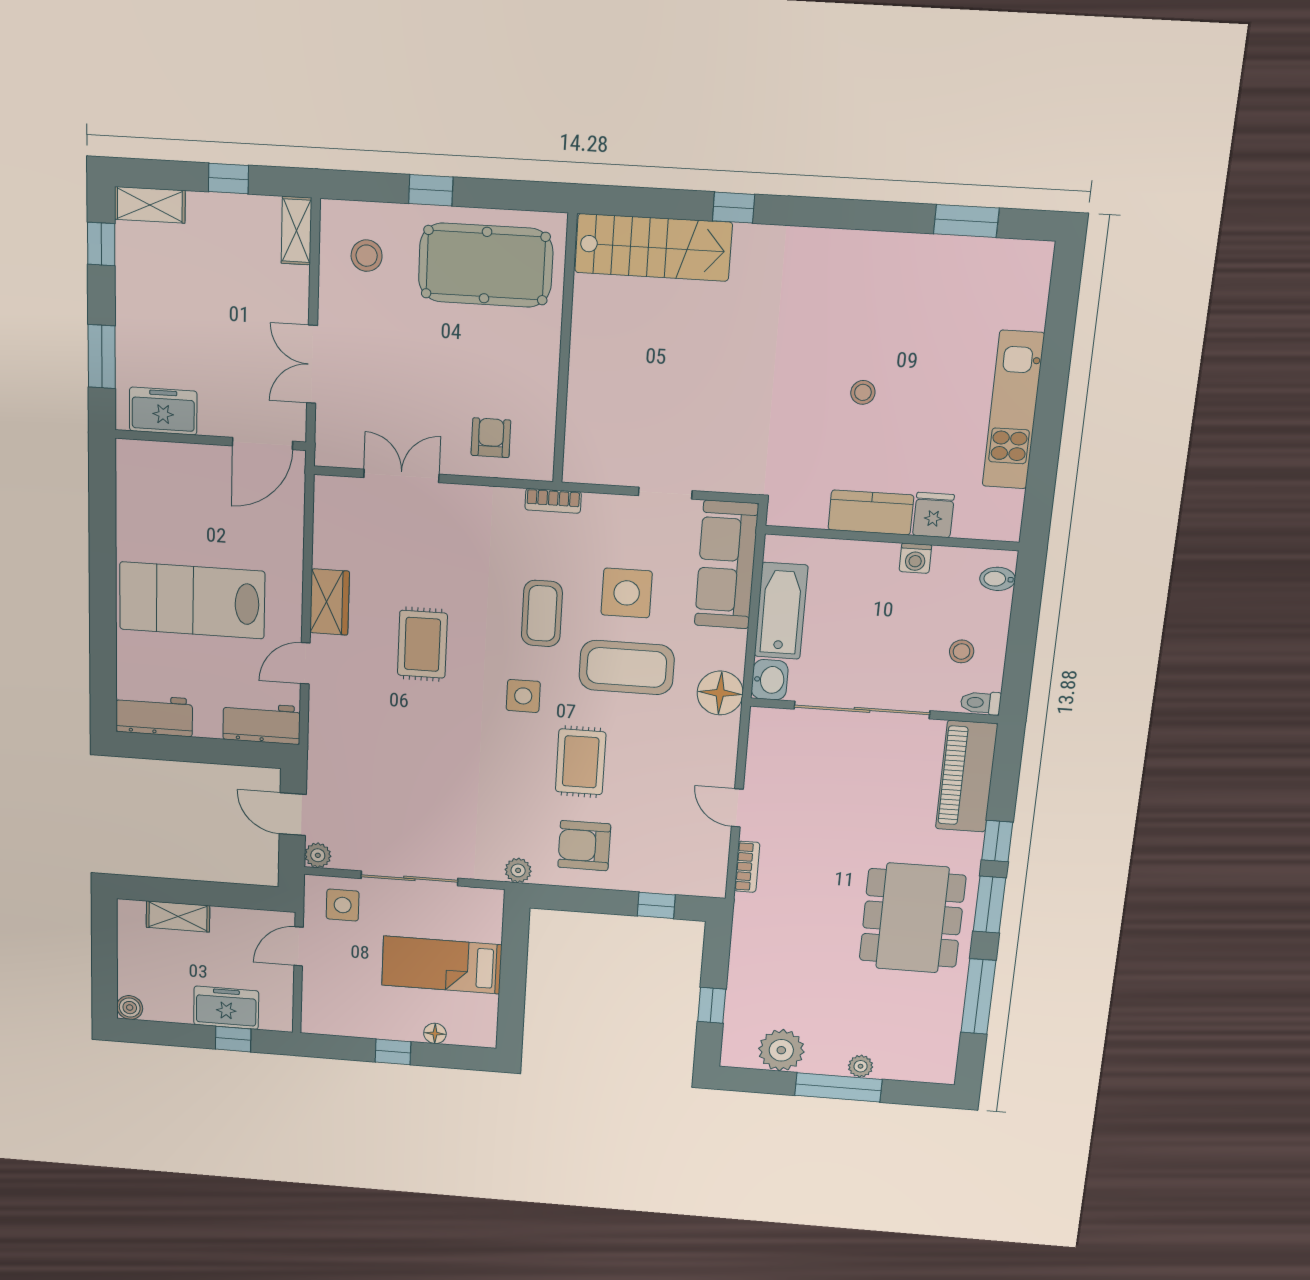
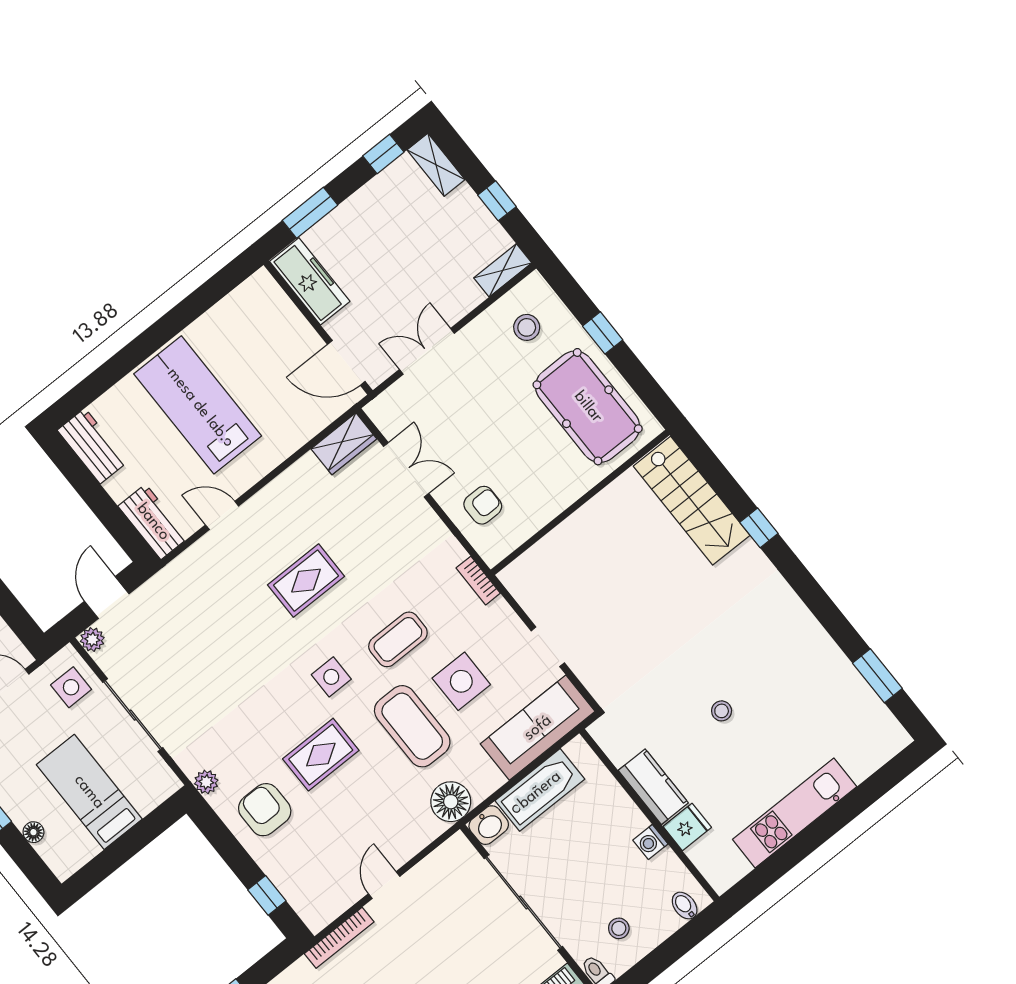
freezer: (163, 411) -> (310, 281), width x1.40
wardrobe: (329, 602) -> (344, 444), moved
bookcase: (747, 867) -> (339, 938), width x1.56

